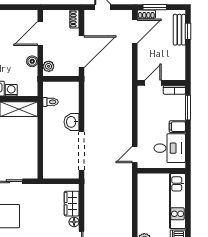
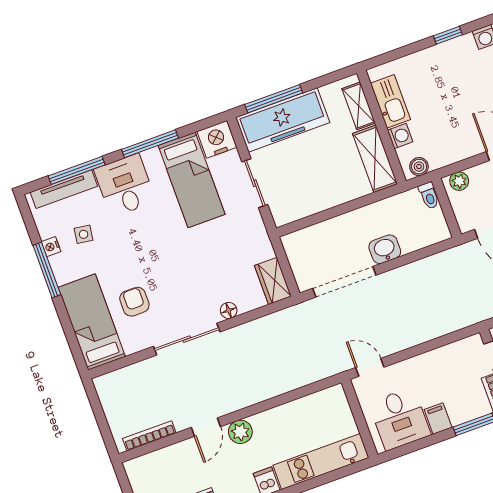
boiler: (32, 61) -> (419, 167), moved
toilet: (51, 102) -> (429, 196), moved
wardrobe: (72, 204) -> (273, 281), moved, turned -90

